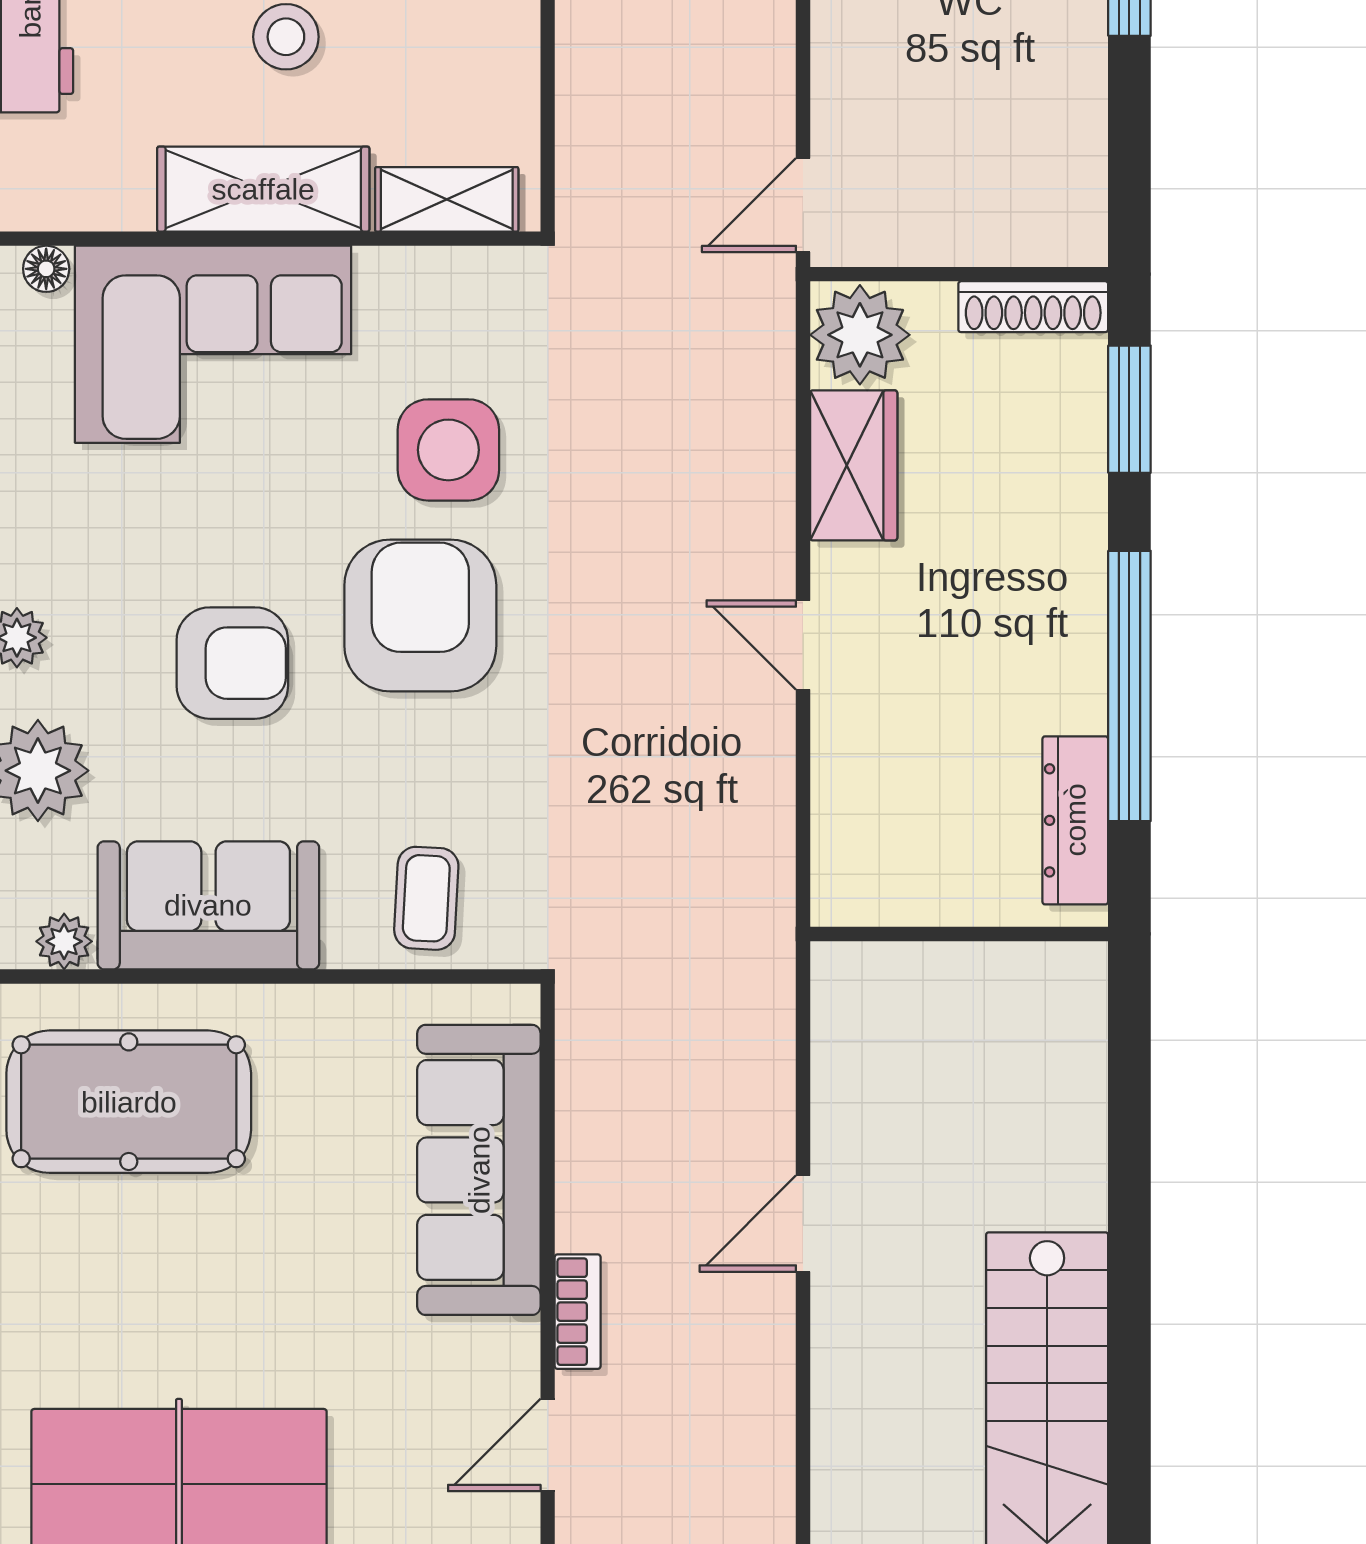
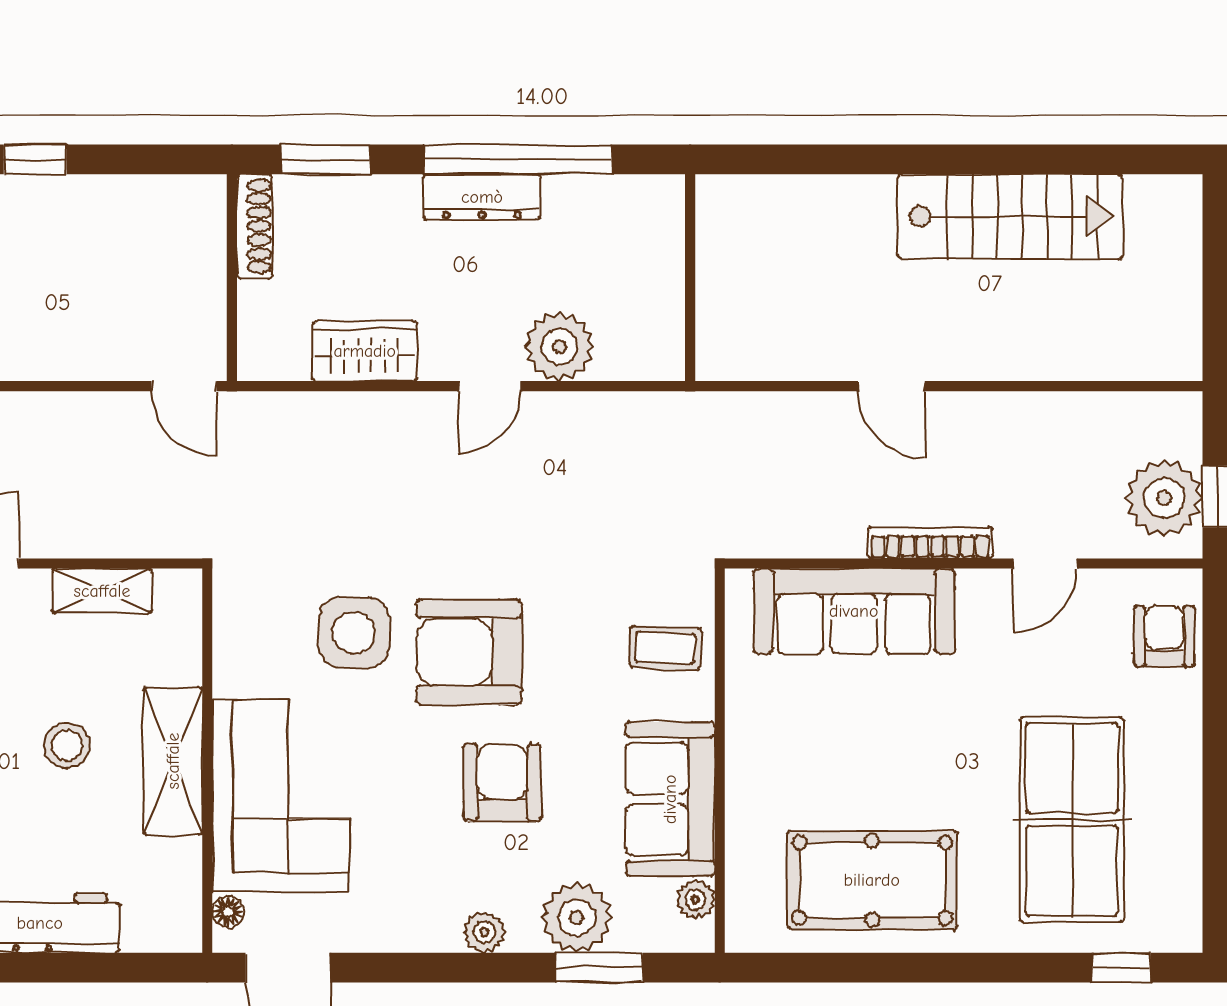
shelving: (447, 199) -> (102, 591), moved, turned 90
plant: (860, 335) -> (560, 347), moved
dresser: (1075, 820) -> (482, 197), moved
pool table: (129, 1102) -> (872, 880), moved, turned 90
bookcase: (578, 1312) -> (930, 543), width x1.56
door: (548, 1445) -> (1045, 564), hinge flipped

